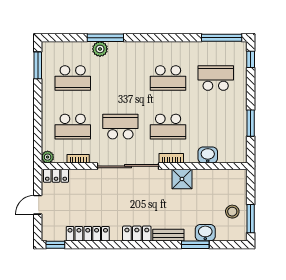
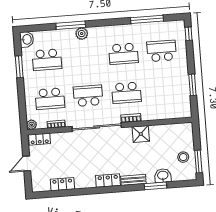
window: (222, 38) -> (147, 19), moved
plant: (100, 49) -> (82, 34), moved
window: (38, 65) -> (19, 67), moved
washbasin: (208, 155) -> (27, 39), moved, turned 90
locker: (88, 234) -> (62, 184), width x0.66
window: (55, 245) -> (43, 195), removed

